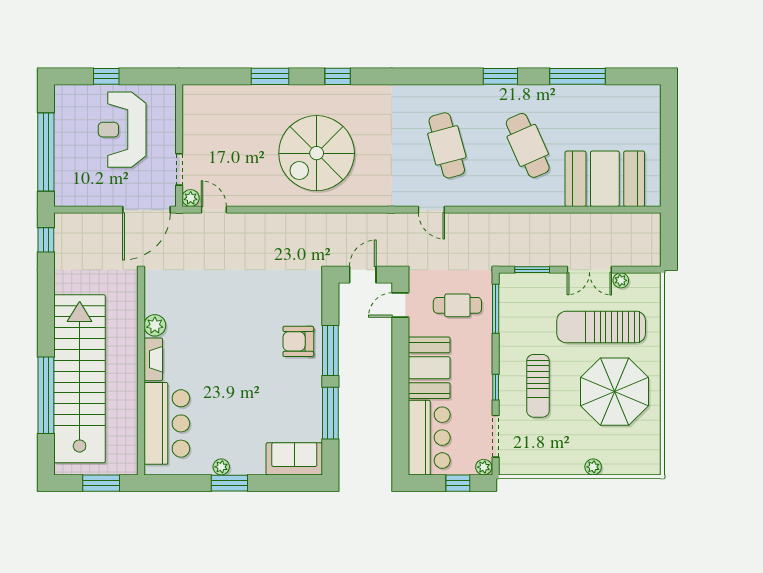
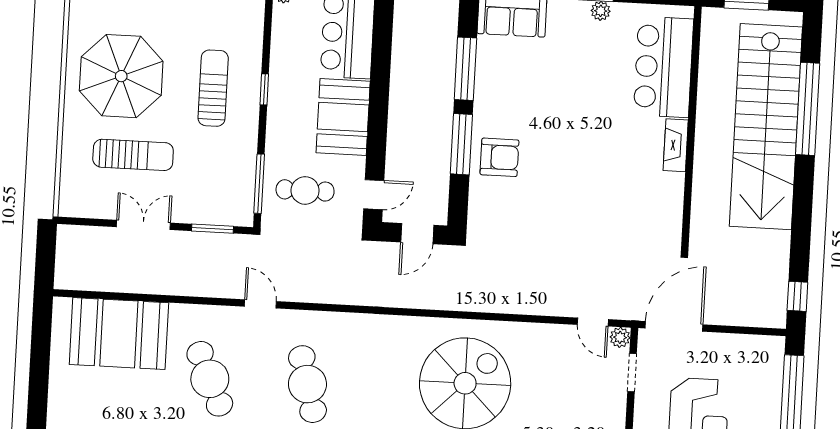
door: (431, 210) -> (260, 304), moved
plant: (621, 280) -> (106, 210), removed
plant: (155, 325) -> (672, 186), removed
sun lounger: (601, 327) -> (133, 155), width x0.73, depth x0.75
doorway: (496, 436) -> (267, 30), removed

